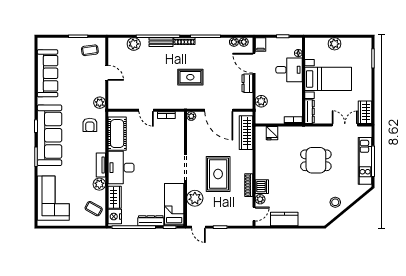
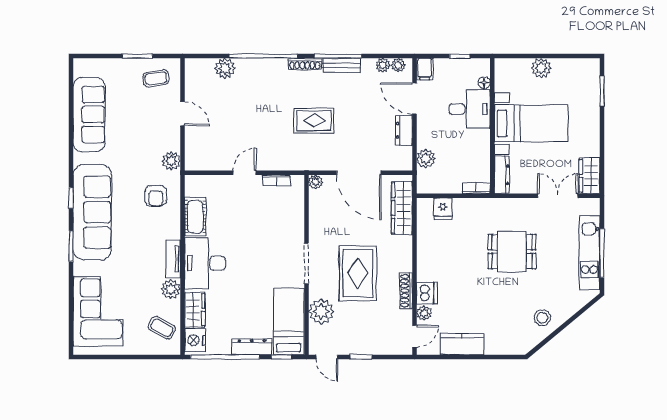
bench: (161, 42) -> (342, 65), moved
door: (146, 110) -> (245, 173), swing flipped
cot: (117, 134) -> (195, 217), width x0.73, depth x0.75

